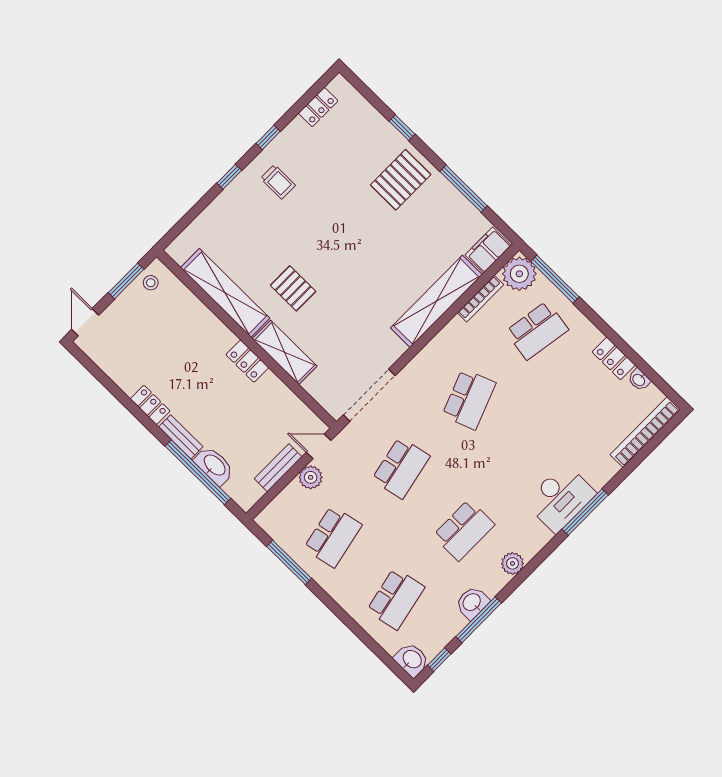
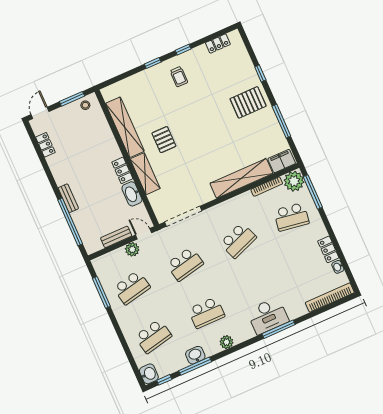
locker: (150, 405) -> (45, 145), moved
washbasin: (214, 466) -> (132, 194), moved, turned 180

